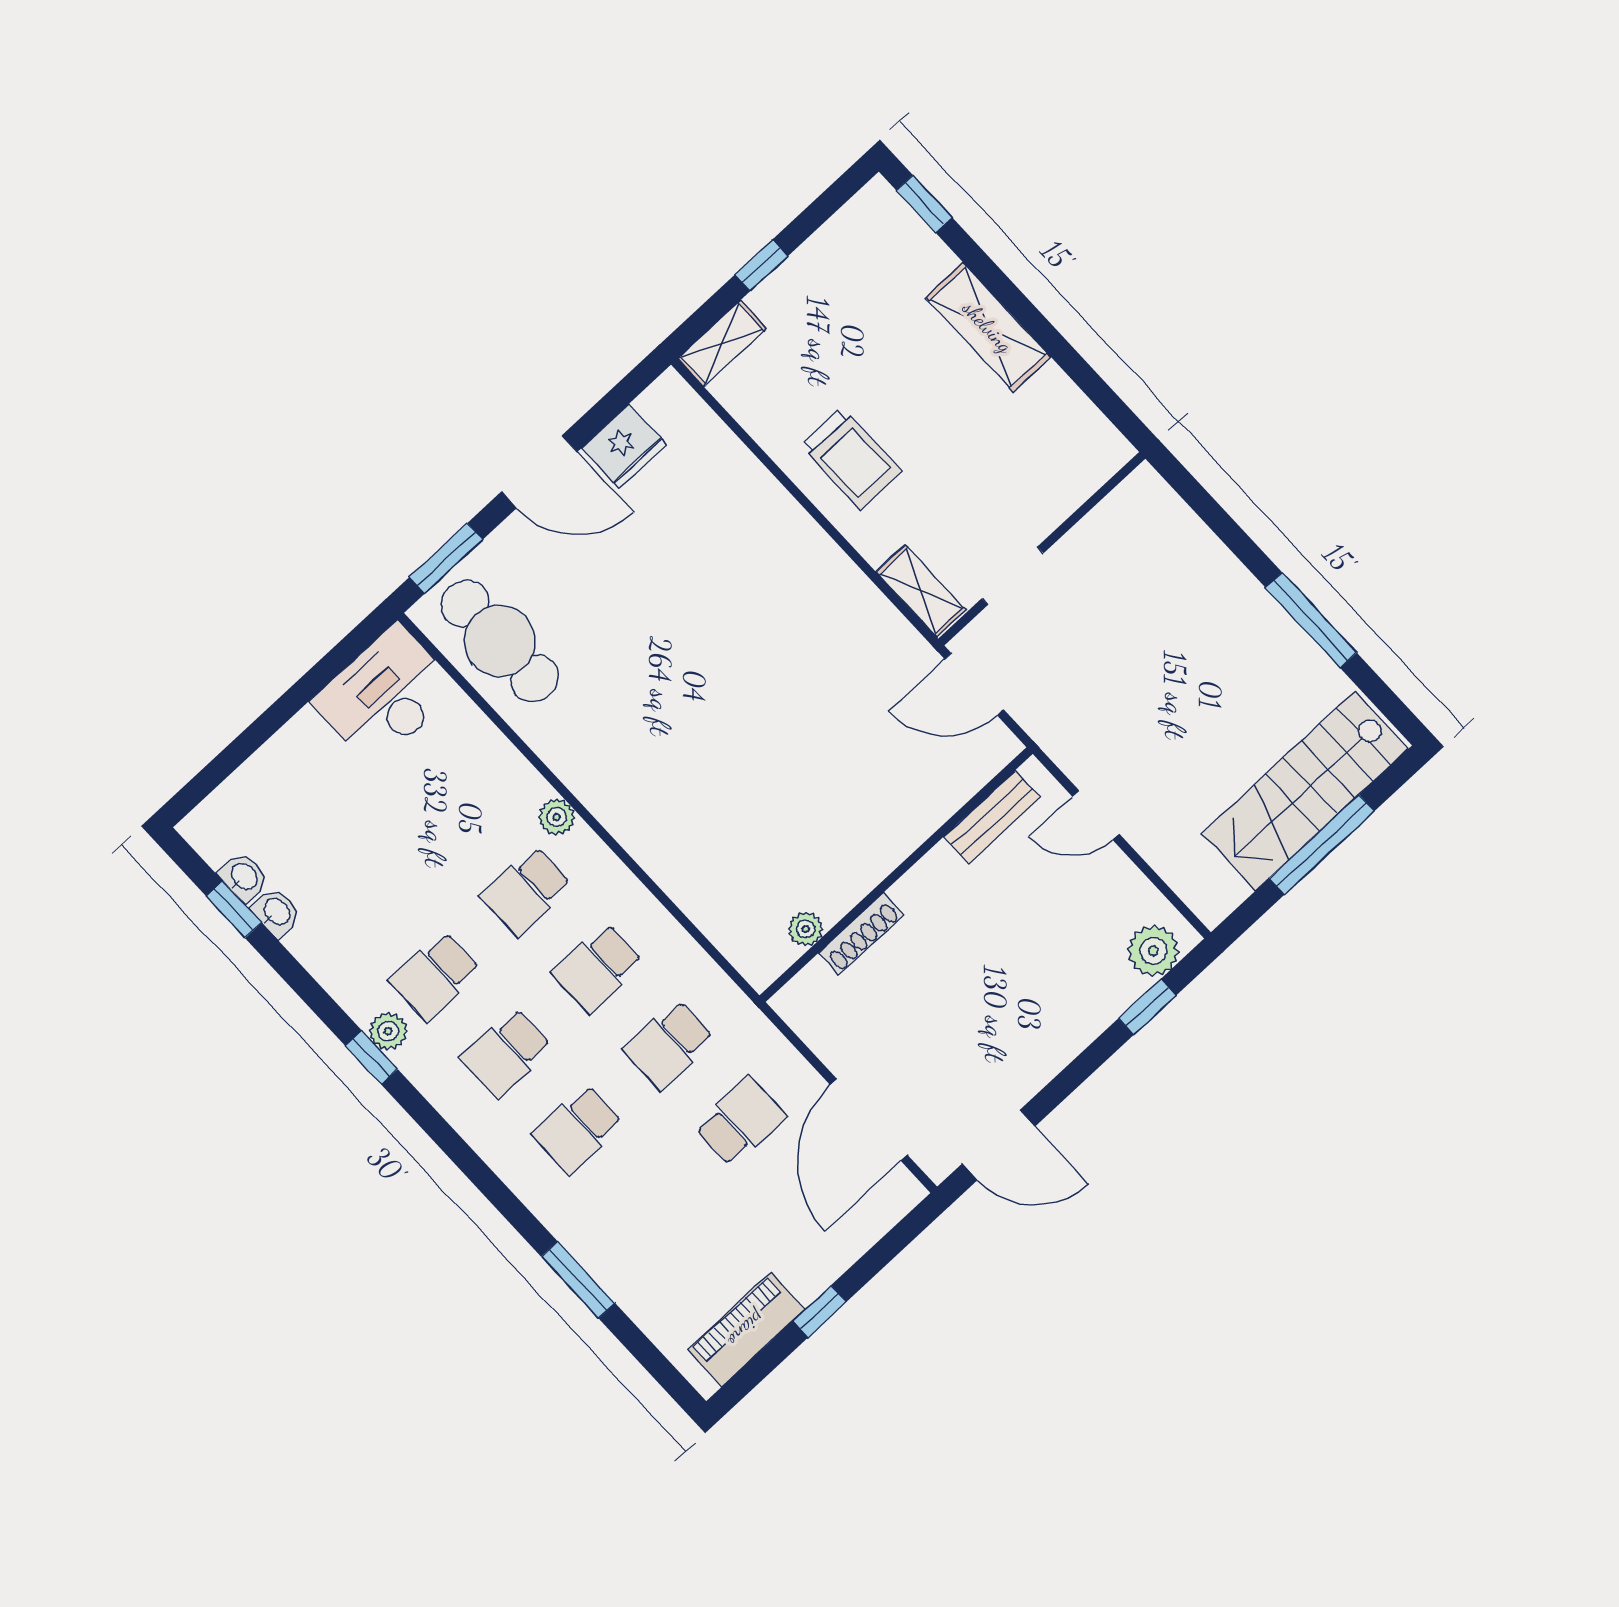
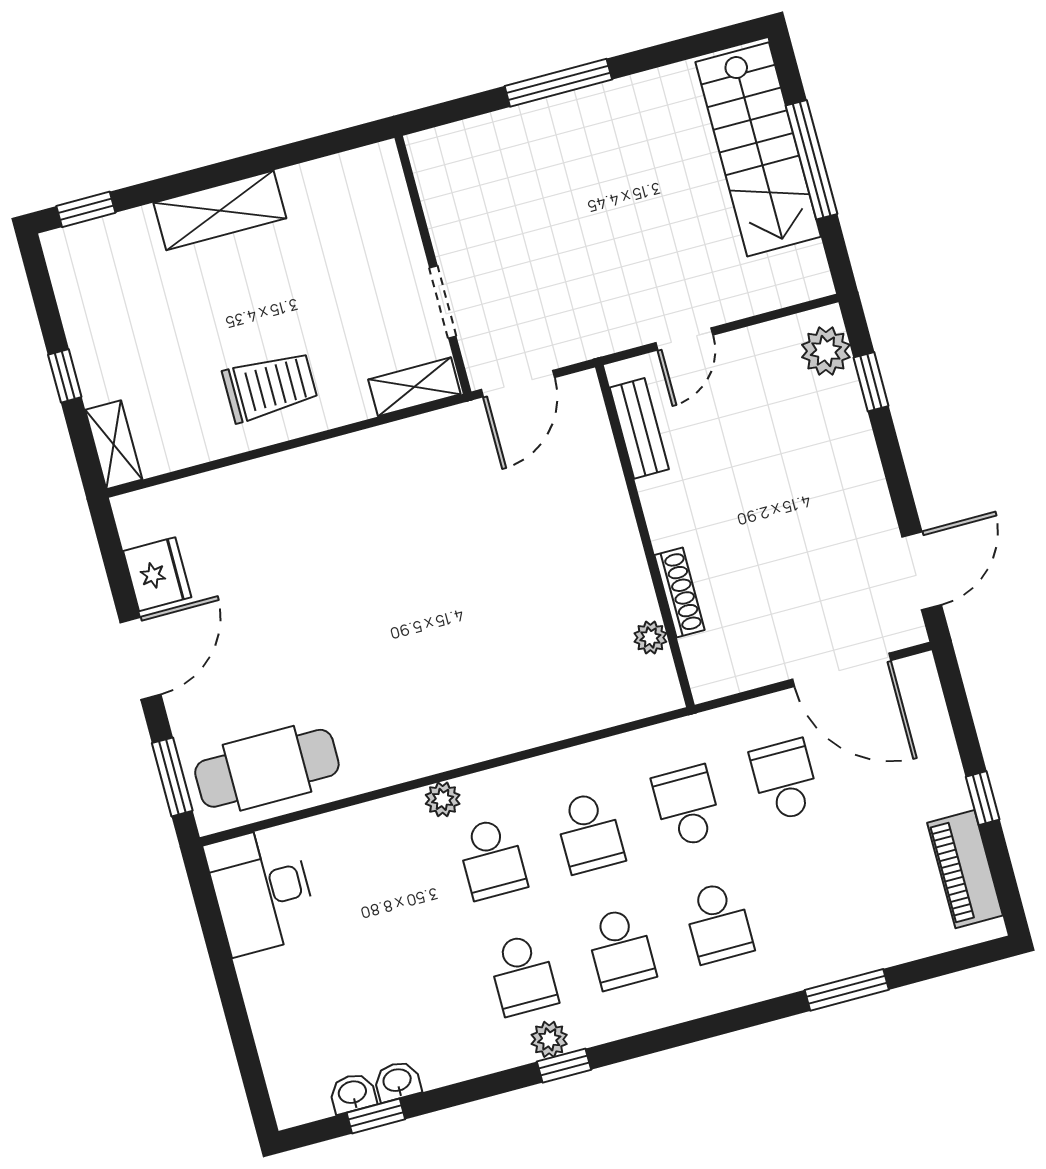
window: (1311, 620) -> (558, 83), moved
school desk: (669, 1045) -> (687, 806), turned 180

